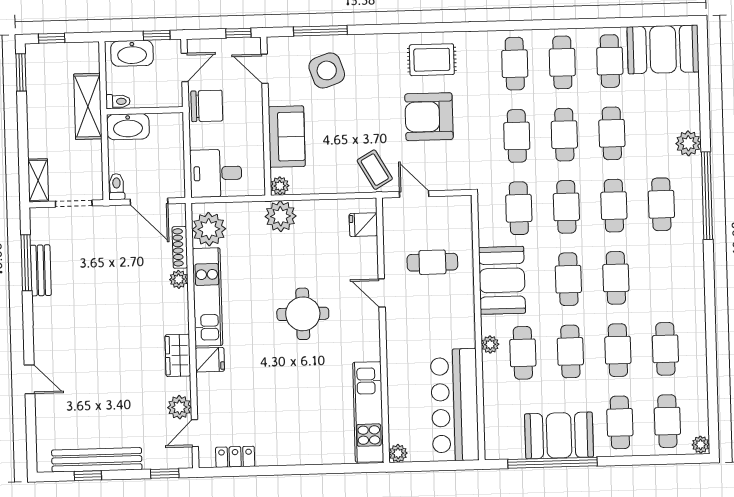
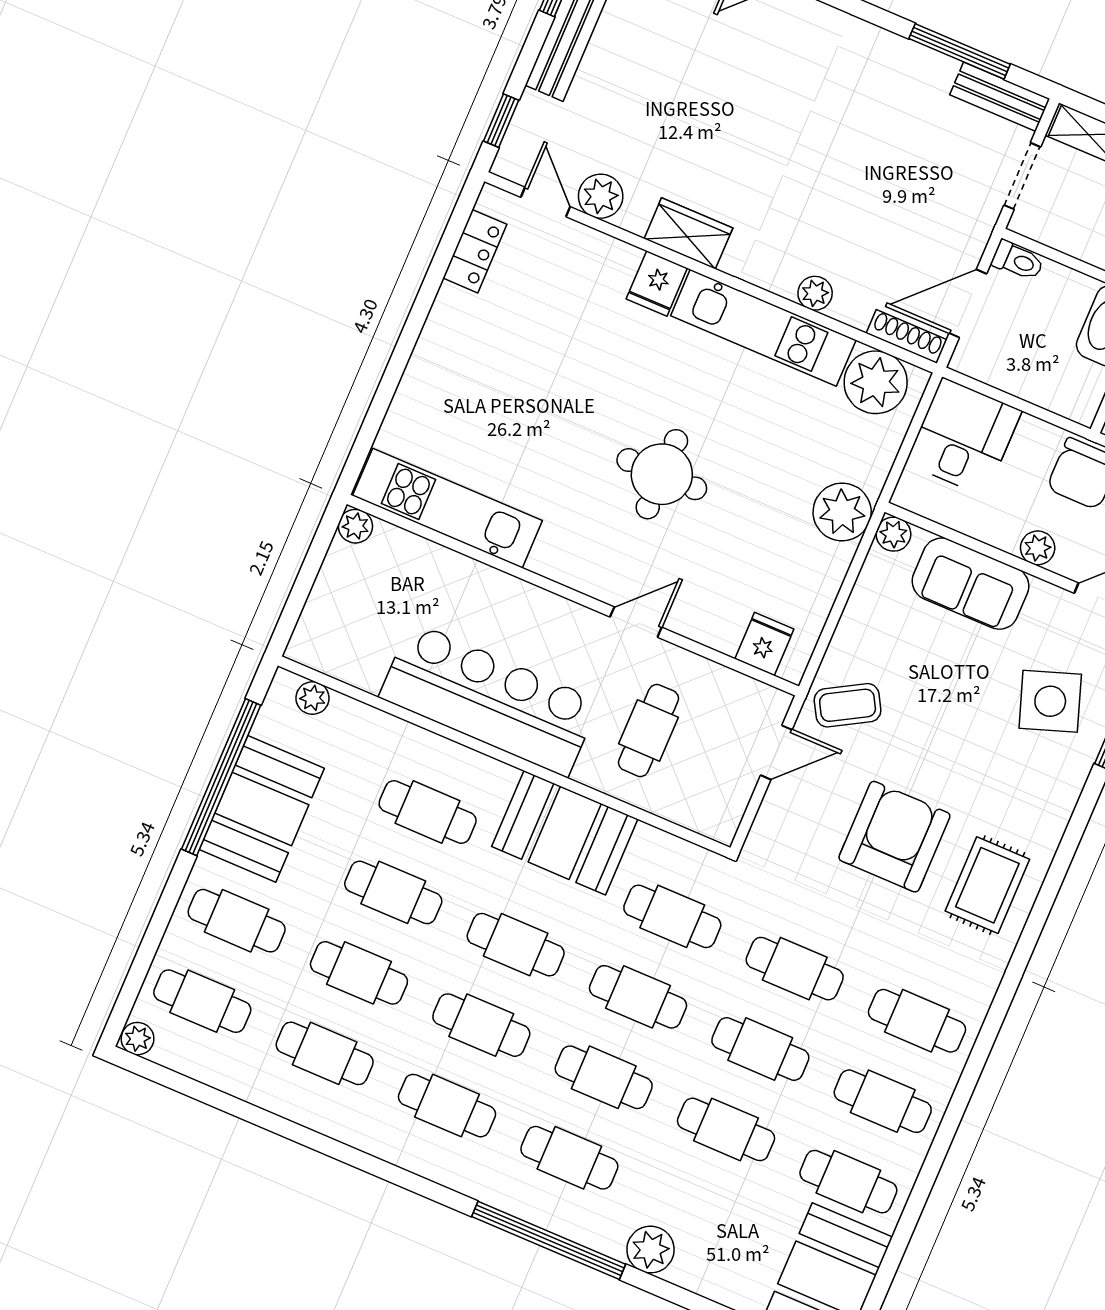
plant: (254, 112) -> (1038, 548), added
shoe rack: (180, 247) -> (907, 337), moved
bench: (41, 270) -> (1000, 97), moved
cafe table: (663, 277) -> (447, 1106), added
plant: (490, 344) -> (312, 698), moved
bar counter: (455, 405) -> (489, 699), moved

